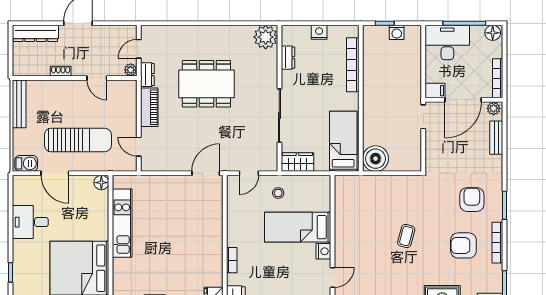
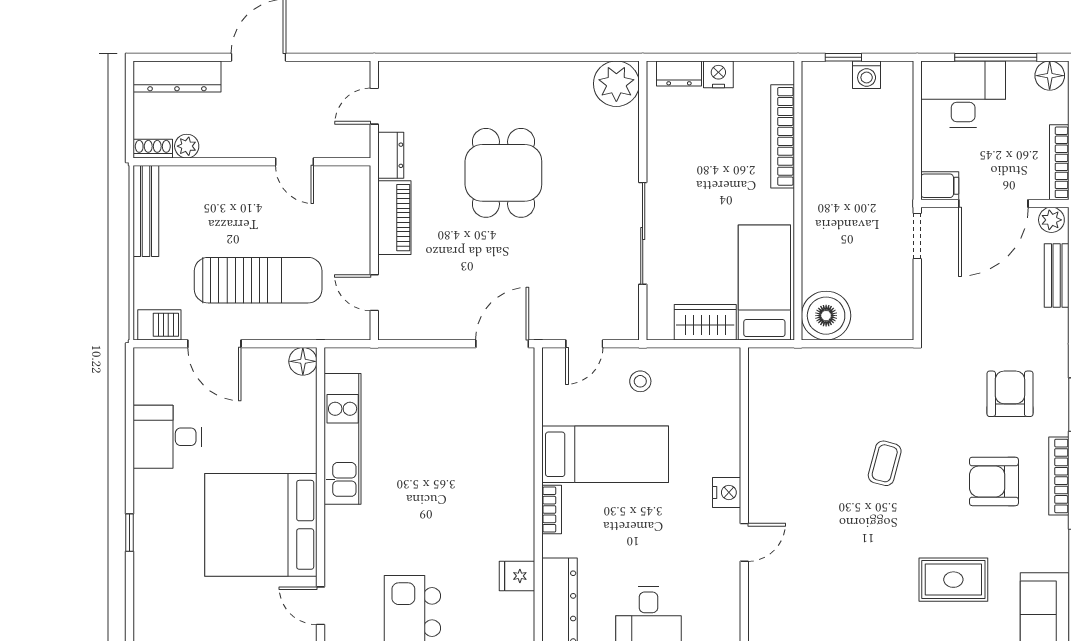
dresser: (288, 58) -> (679, 73), moved, turned 90
plant: (131, 70) -> (187, 146), moved
shoe rack: (61, 71) -> (153, 149), moved
dining table: (206, 84) -> (503, 173), width x0.73
wardrobe: (298, 162) -> (705, 322), moved
bed: (298, 227) -> (605, 454), moved, turned 180

